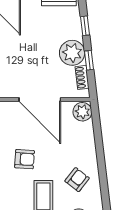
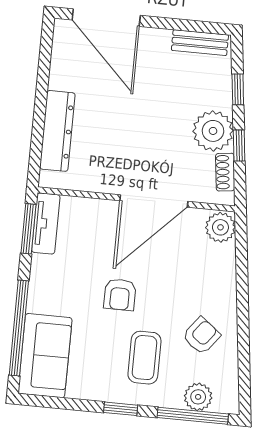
door: (40, 100) -> (154, 201), hinge flipped
armchair: (25, 159) -> (120, 295), turned 86

